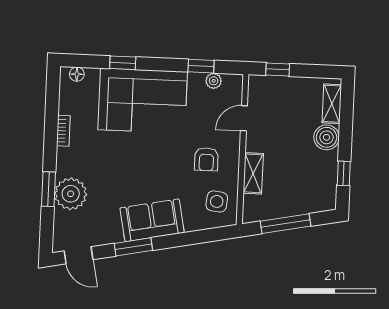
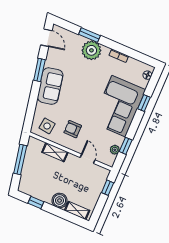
plant: (71, 194) -> (91, 50), moved
door: (79, 255) -> (46, 38), swing flipped

